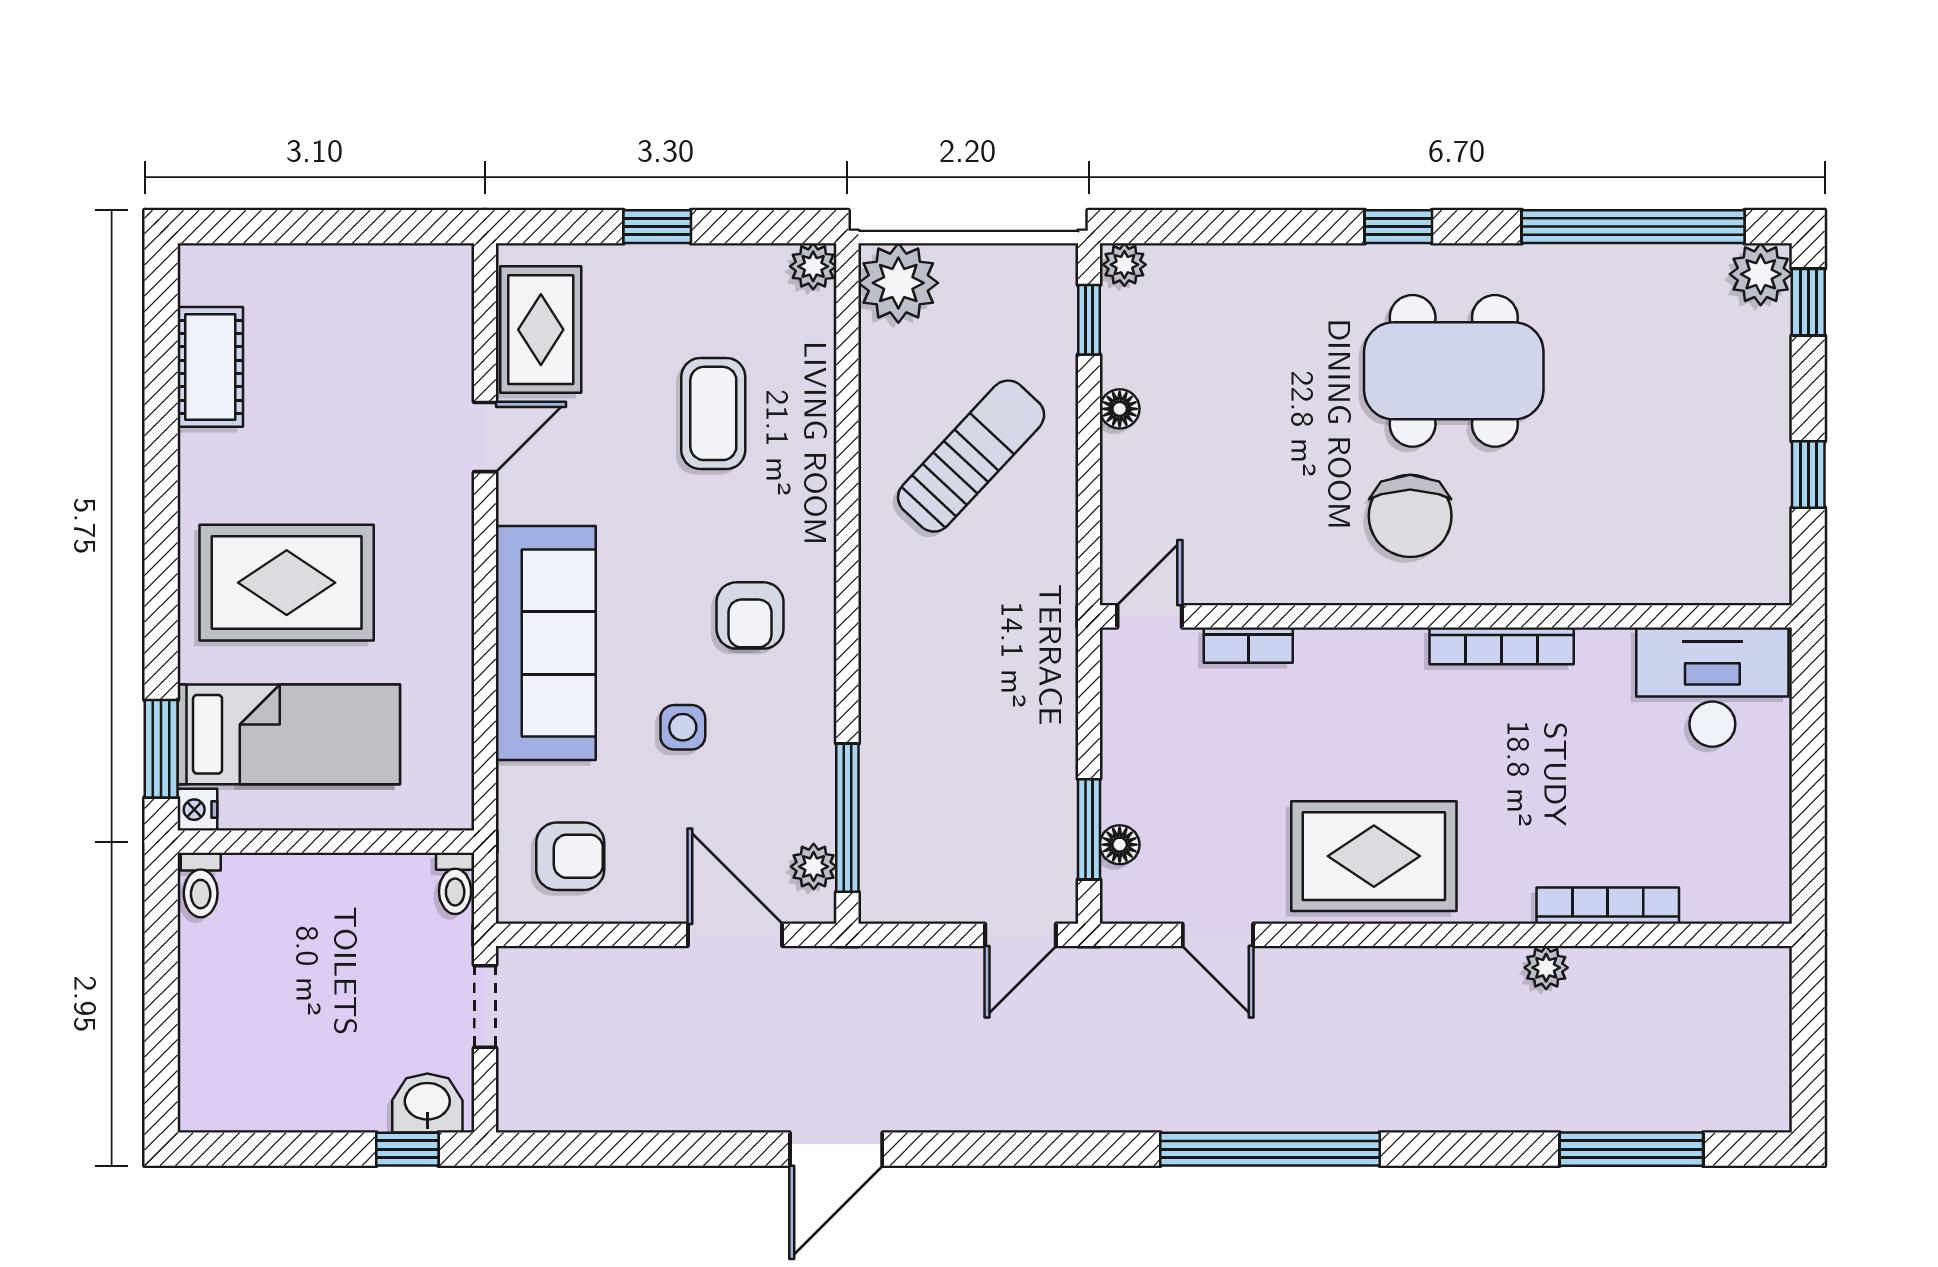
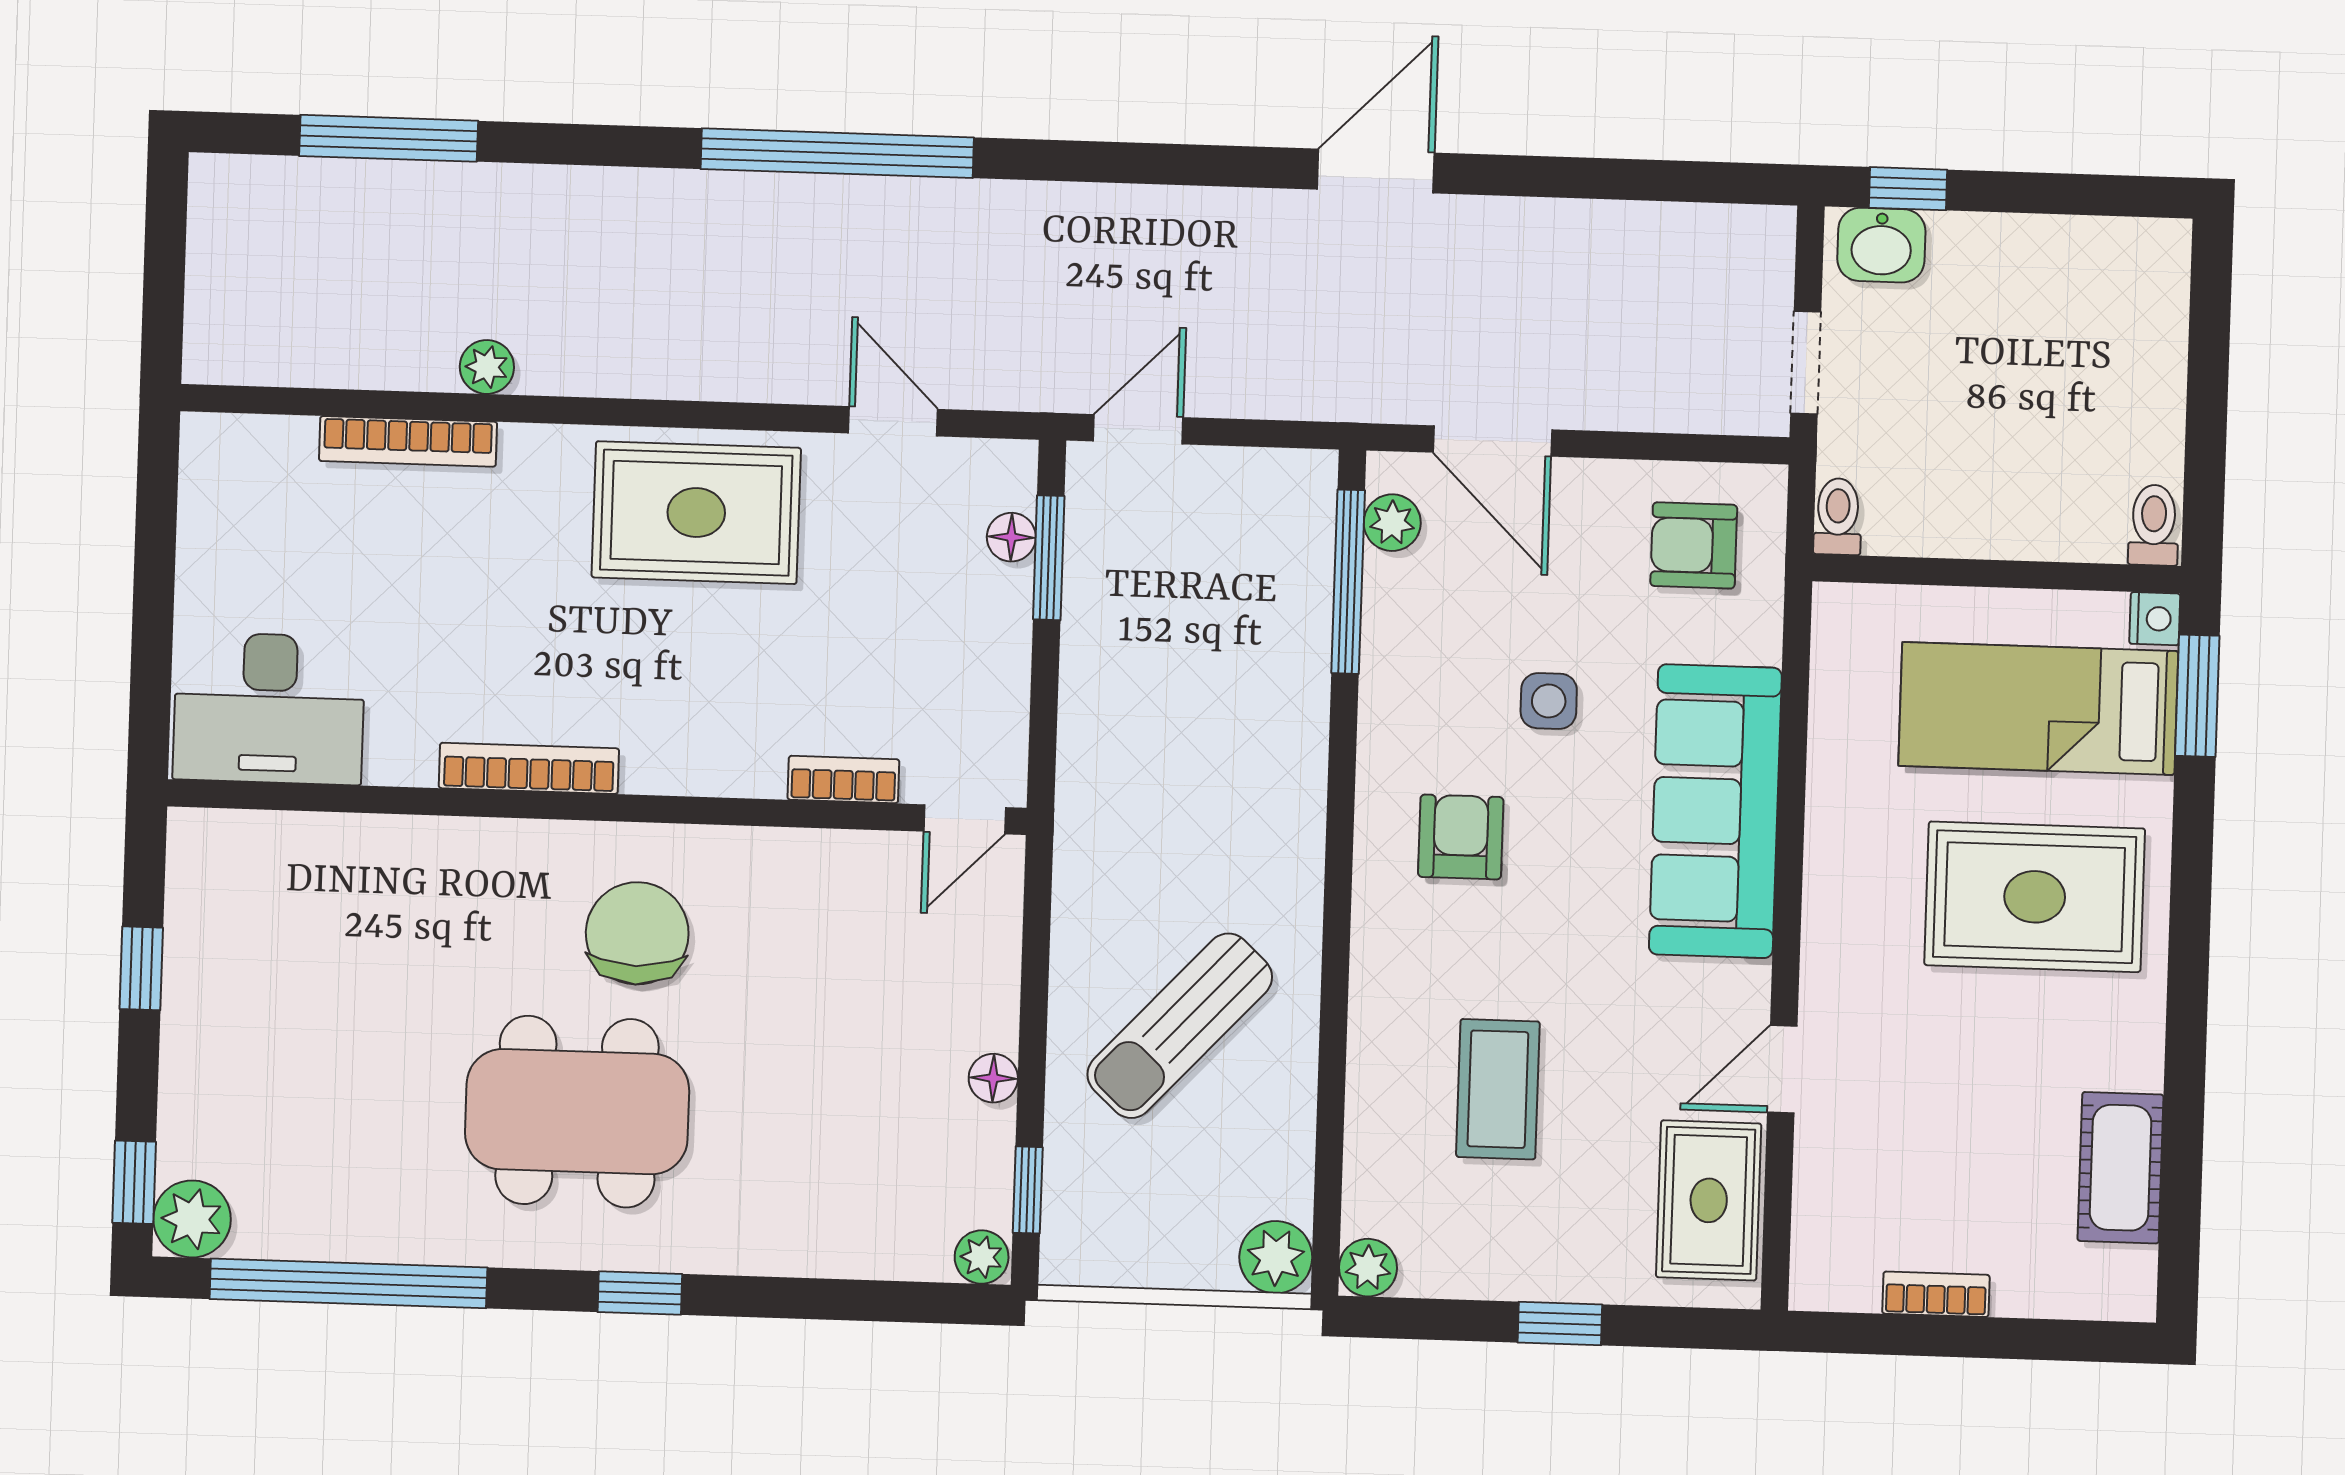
bookcase: (355, 260) -> (1936, 1294), added
plant: (898, 283) -> (1276, 1257), width x0.73, depth x0.73

